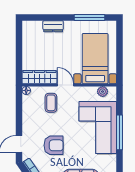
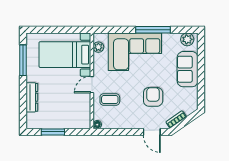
dresser: (53, 26) -> (32, 97), width x1.44
window: (19, 47) -> (53, 132), added
wardrobe: (39, 77) -> (84, 111), removed
window: (120, 132) -> (153, 30), moved

